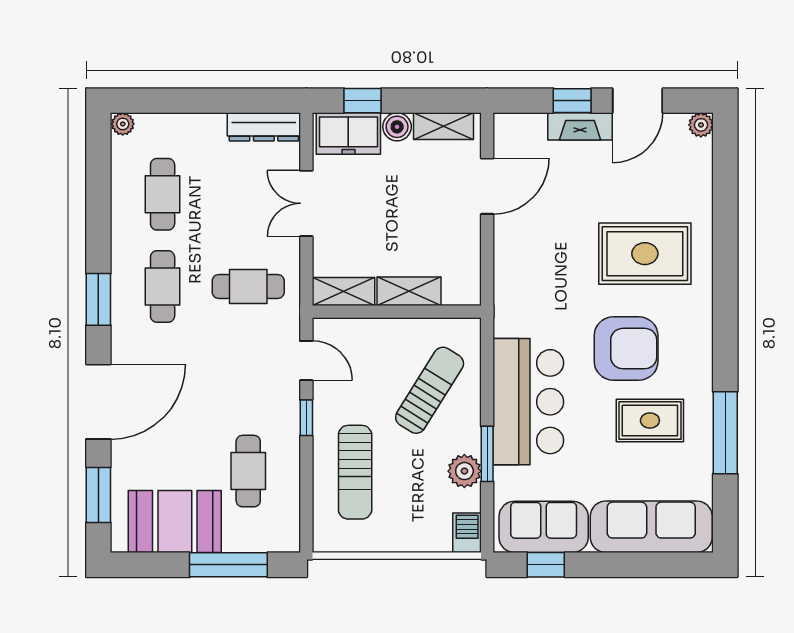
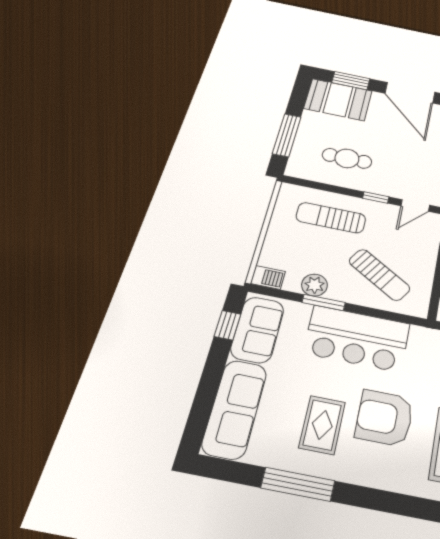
armchair: (626, 349) -> (384, 418), turned 90
booth: (175, 521) -> (338, 100), moved, turned 90

